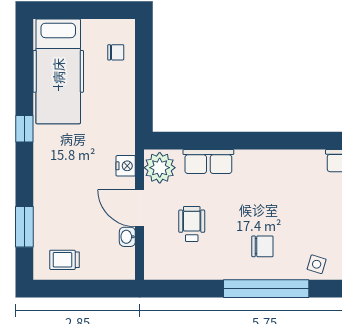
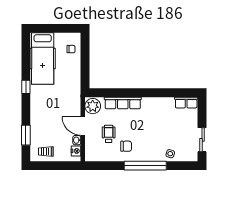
row of seats: (208, 161) -> (123, 103), width x1.48
nightstand: (126, 166) -> (76, 151), moved
chair: (262, 246) -> (126, 146), moved

